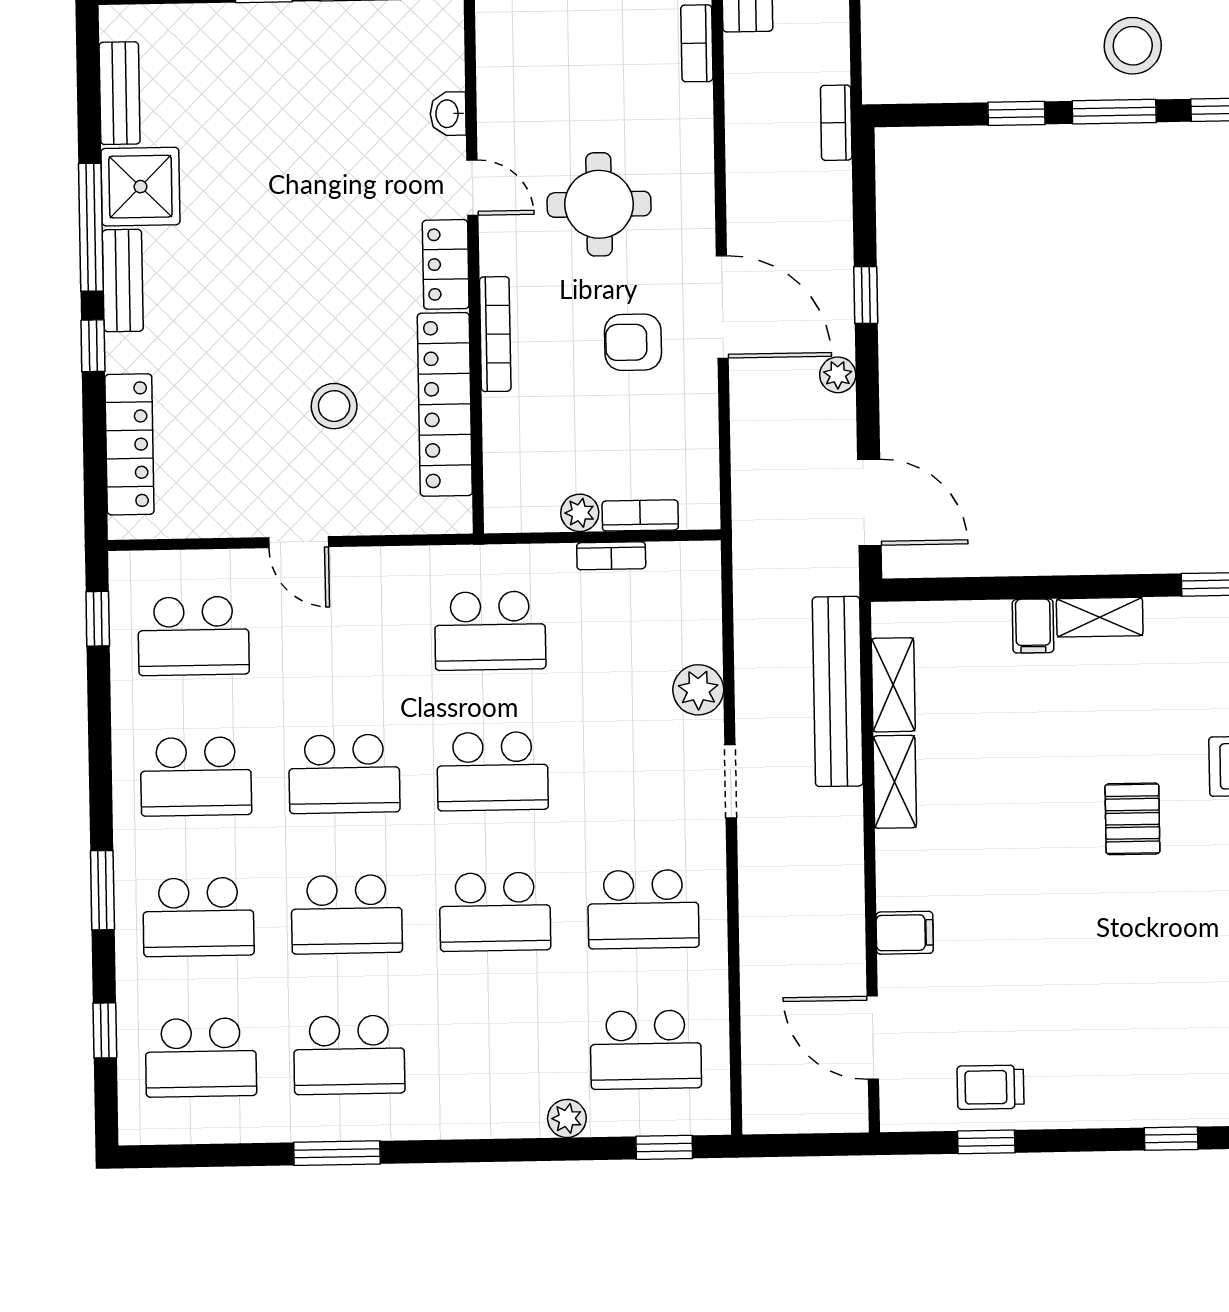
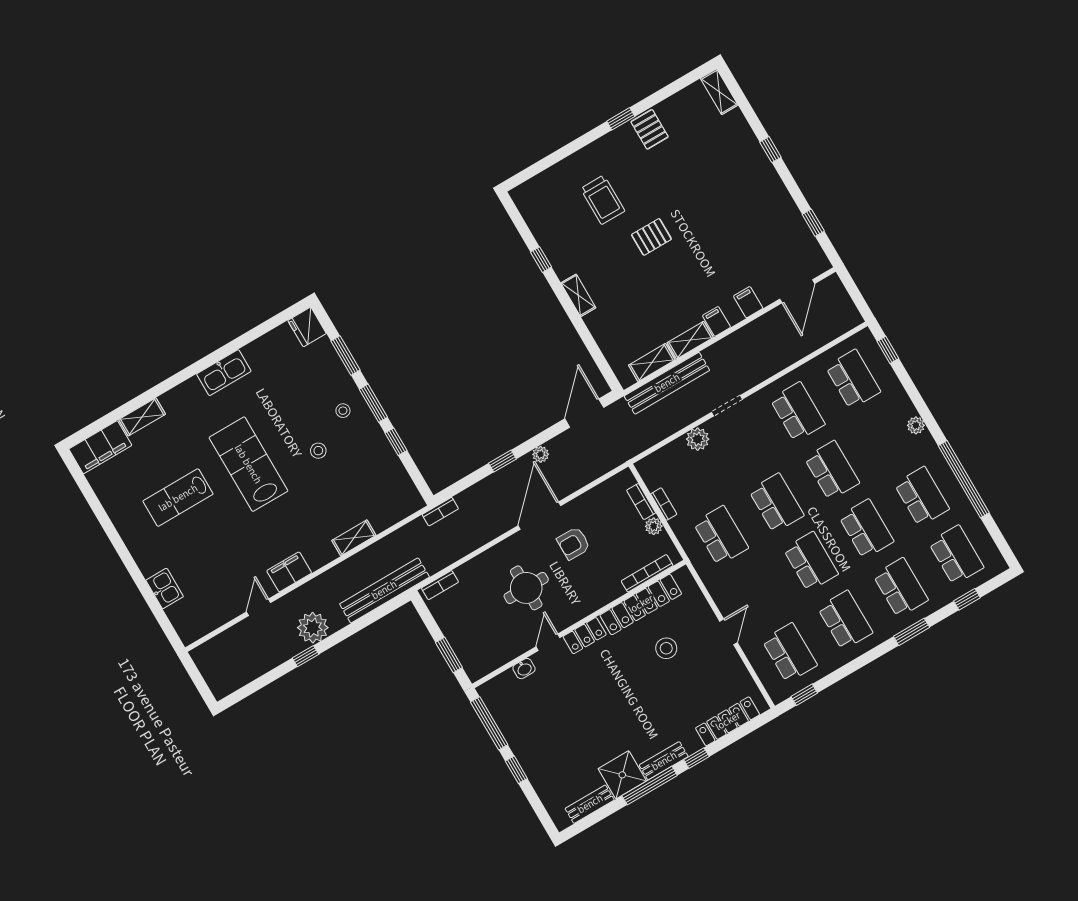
stool: (1133, 46) -> (343, 411), width x0.53, depth x0.53
bookcase: (495, 334) -> (647, 573), moved
armchair: (633, 342) -> (574, 543), turned 90
filing cabinet: (1033, 626) -> (717, 321), moved, turned -90
trolley: (990, 1087) -> (790, 233), removed
plant: (567, 1118) -> (916, 425), moved
window: (337, 1153) -> (964, 479), width x2.11

